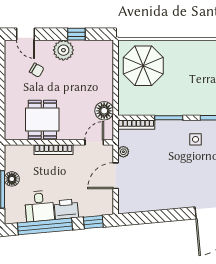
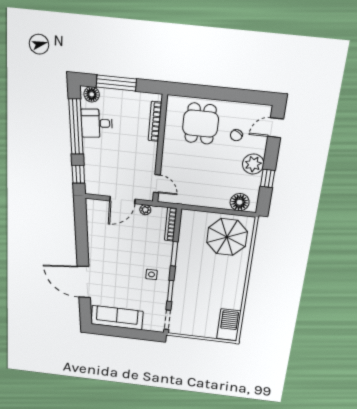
floor lamp: (104, 111) -> (240, 202), moved
dining table: (42, 120) -> (201, 124), moved, turned 90
bookcase: (53, 150) -> (155, 122), moved
door: (116, 176) -> (122, 200), swing flipped
floor lamp: (12, 179) -> (92, 94), moved
printer: (66, 209) -> (92, 150), removed

